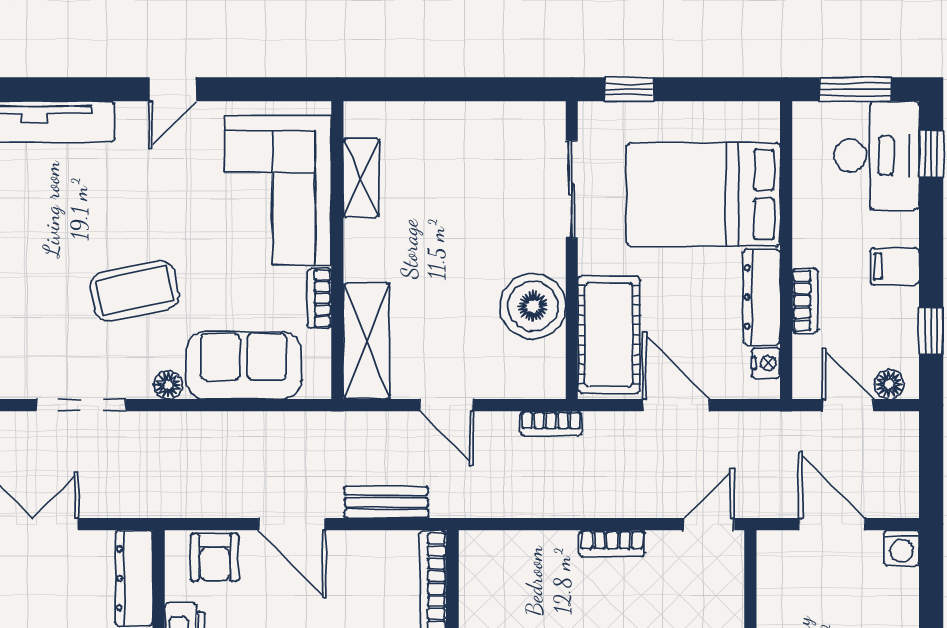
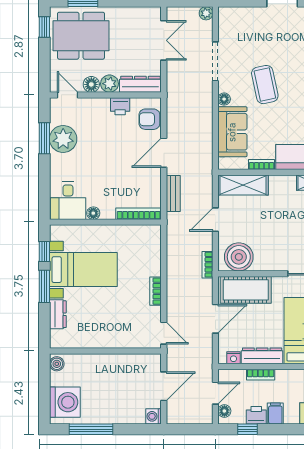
boiler: (533, 306) -> (239, 257), moved
printer: (899, 310) -> (256, 415), added

